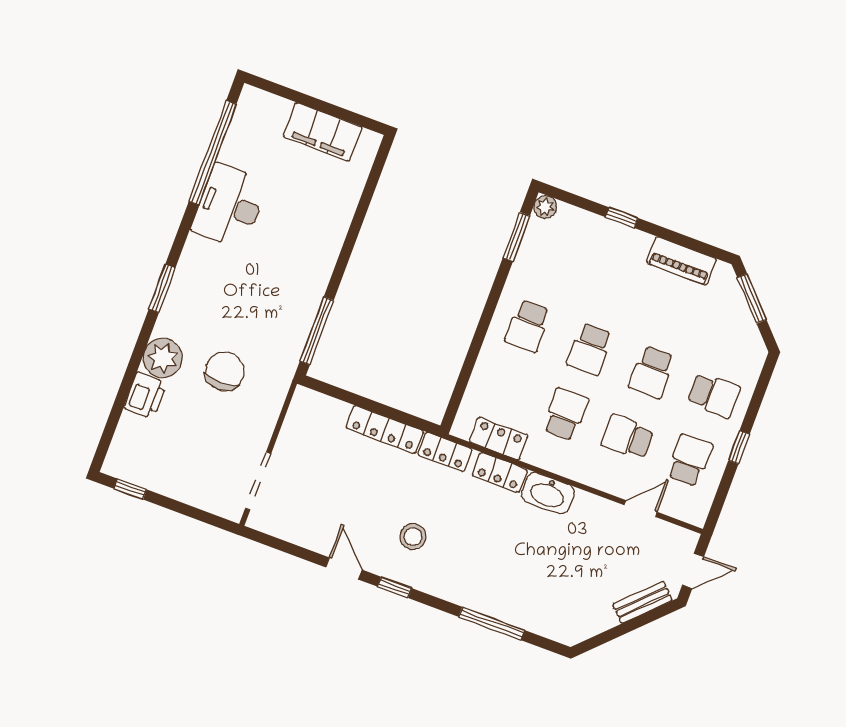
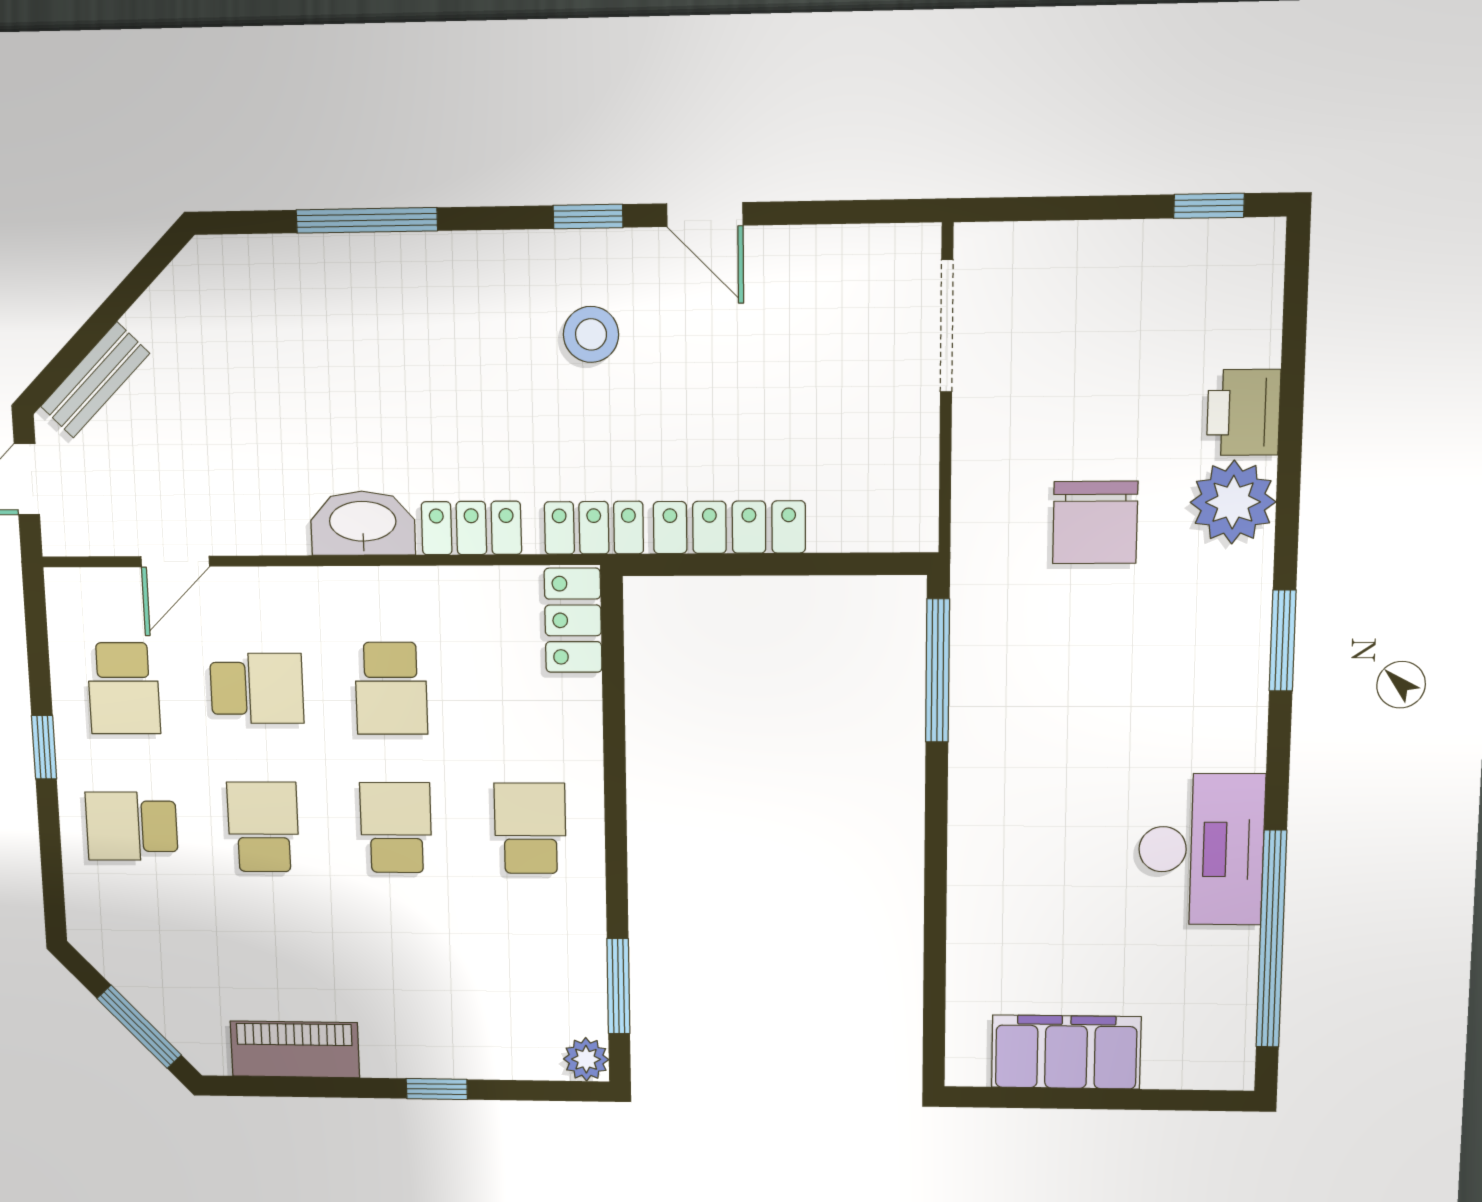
locker: (499, 439) -> (573, 620), moved, turned 90

